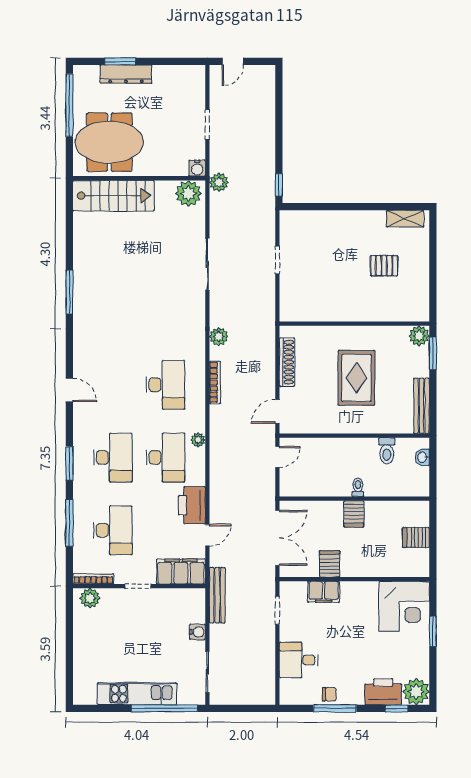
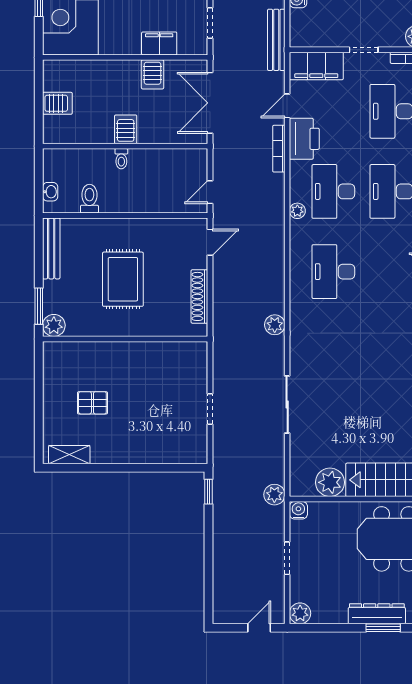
plant: (196, 74) -> (300, 613), added
plant: (188, 193) -> (330, 482), moved
bookcase: (215, 382) -> (279, 149), moved

